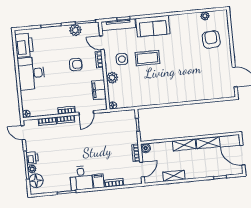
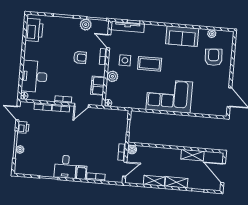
sofa: (153, 26) -> (182, 36), moved
desk: (31, 73) -> (34, 76), moved
corner sofa: (173, 87) -> (169, 96), added
shelving: (184, 145) -> (176, 182), moved
printer: (32, 158) -> (23, 127), moved
floor lamp: (36, 181) -> (22, 161), removed

